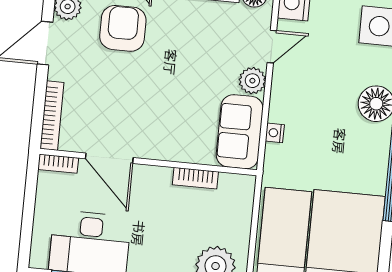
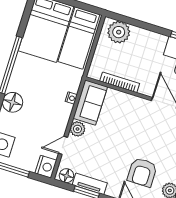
bookcase: (195, 178) -> (120, 82), width x1.56

